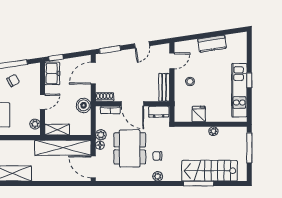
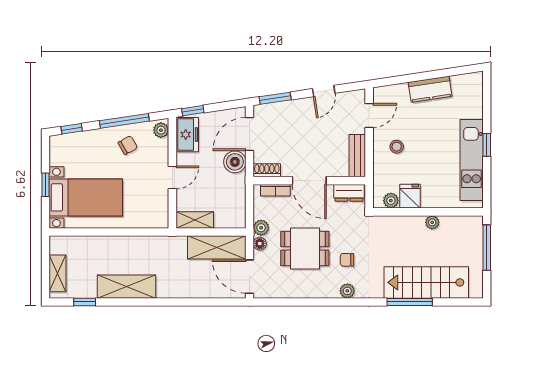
boiler: (84, 105) -> (235, 162), moved
plant: (186, 117) -> (391, 201), added
plant: (35, 124) -> (161, 130), moved
shelving: (63, 148) -> (217, 247), width x0.68
dining table: (130, 148) -> (305, 248), width x0.73

